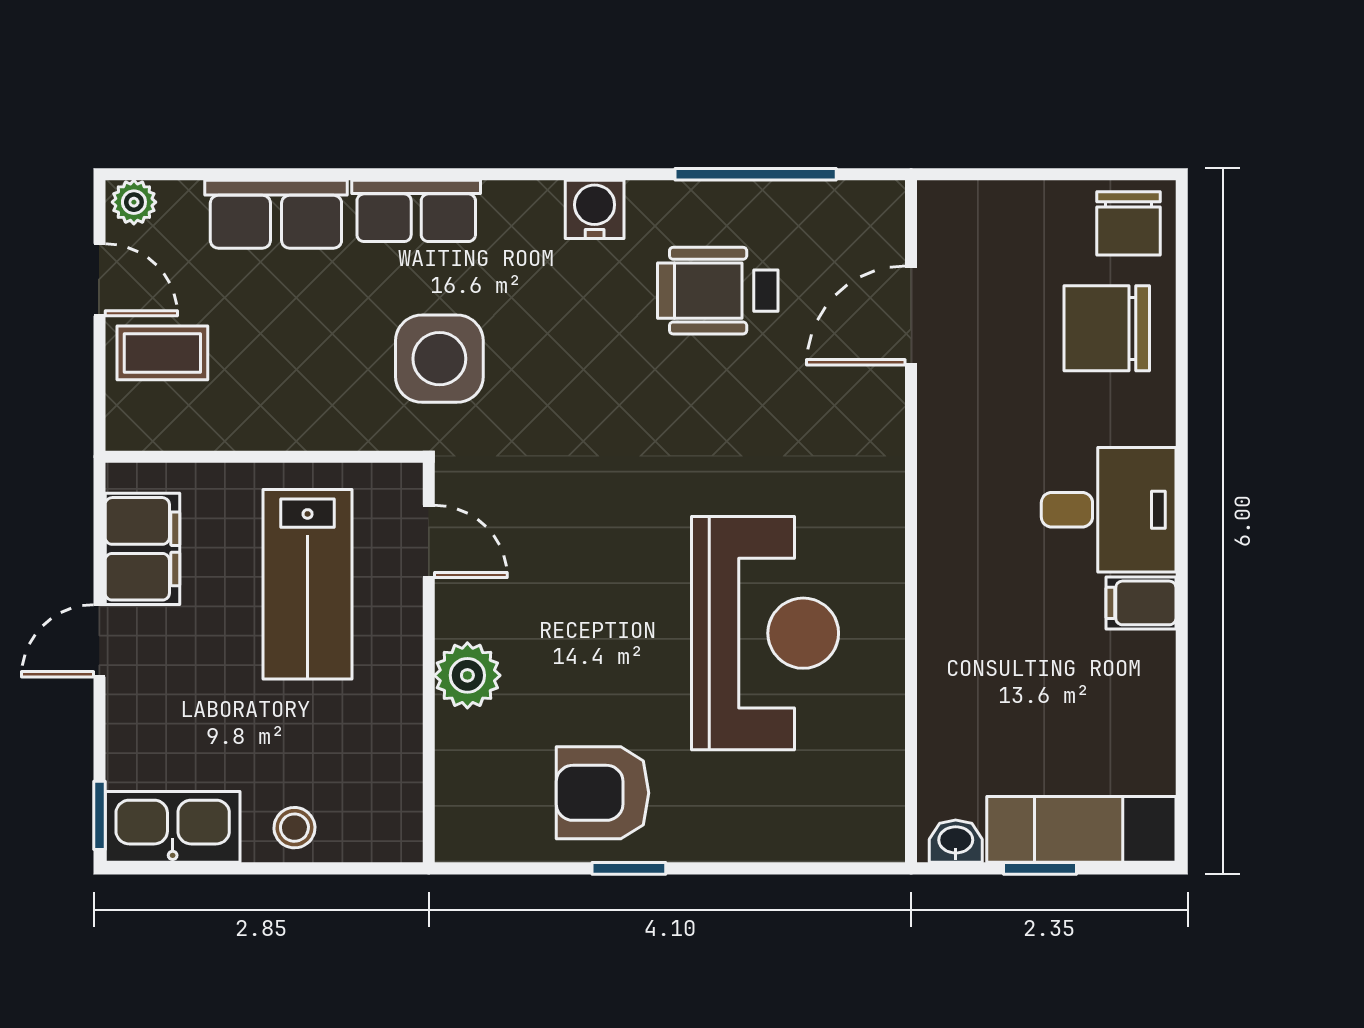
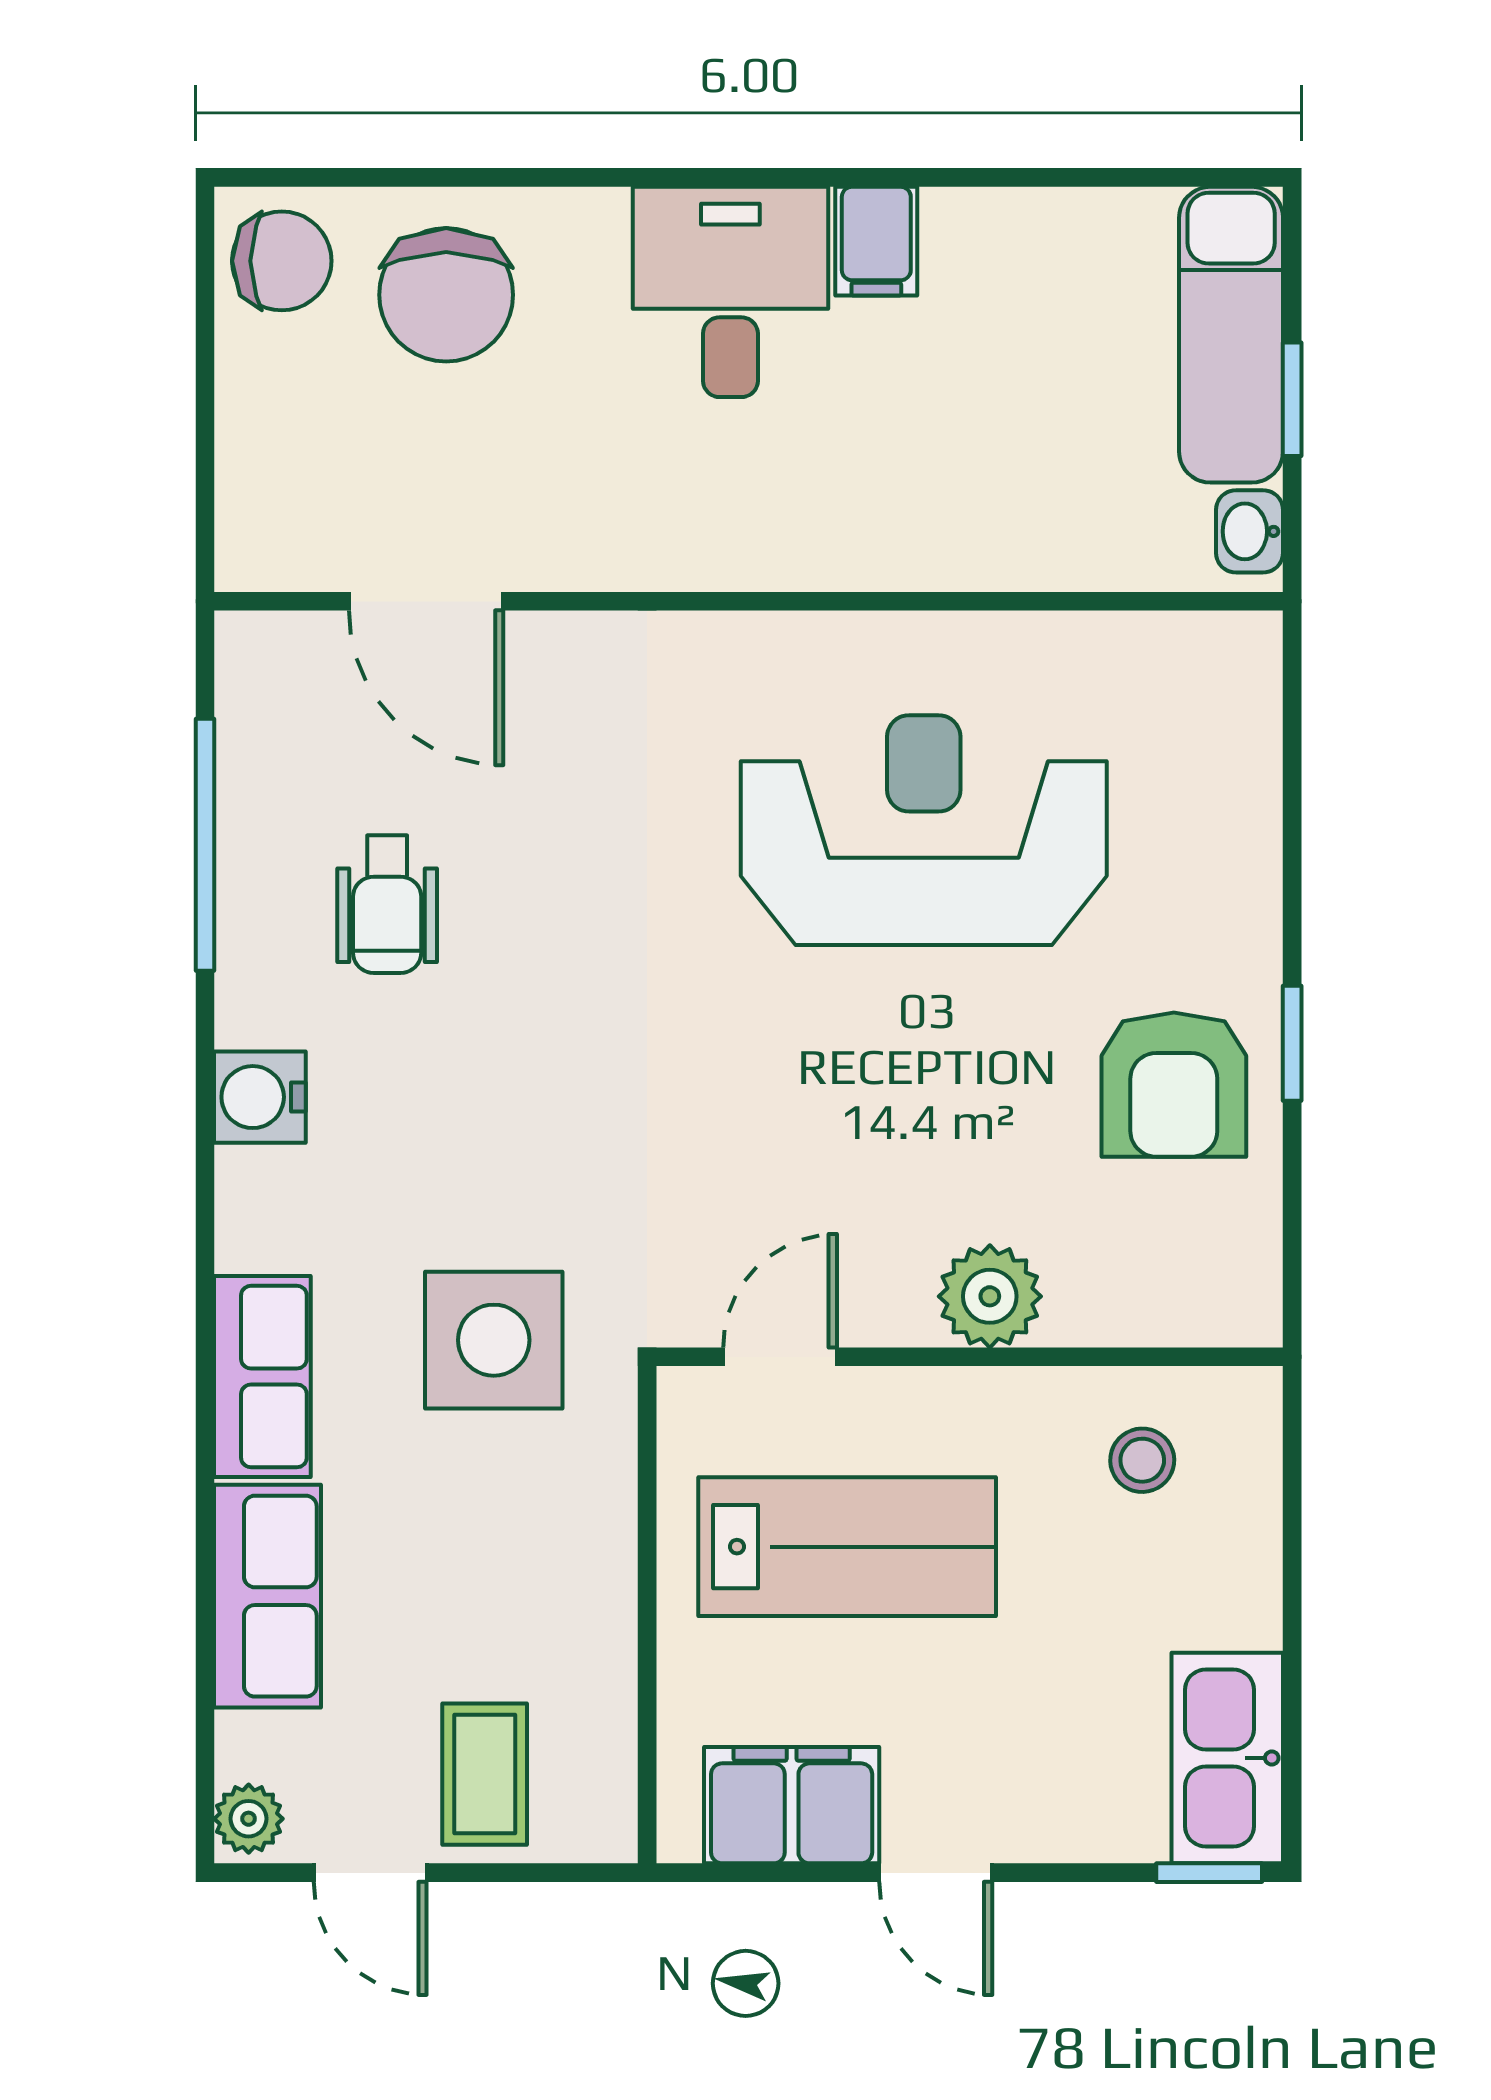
door: (99, 280) -> (370, 1873), swing flipped
wheelchair: (718, 291) -> (387, 904), width x0.73, depth x0.73
stool: (294, 828) -> (1142, 1460), moved

